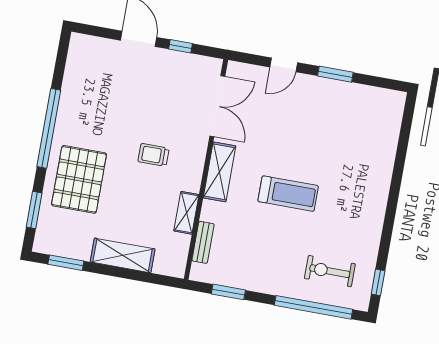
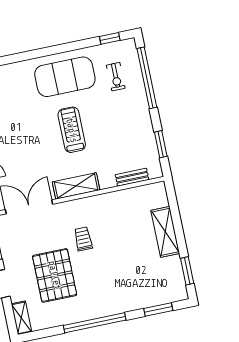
trolley: (154, 155) -> (83, 239), turned 180
pallet: (79, 179) -> (55, 275), moved, turned 90
exercise mat: (354, 211) -> (65, 77), added
shelving: (186, 213) -> (21, 318), moved, turned 90
exercise bike: (330, 271) -> (116, 77), width x0.73, depth x0.72

